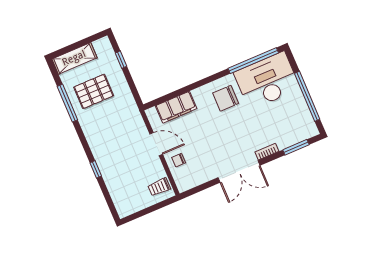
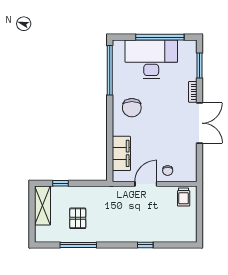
shelving: (74, 58) -> (42, 206), moved
desk: (267, 81) -> (151, 59), moved, turned 90
pallet: (94, 91) -> (78, 218), width x0.67, depth x0.71

